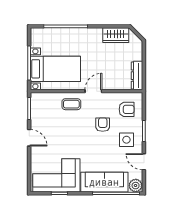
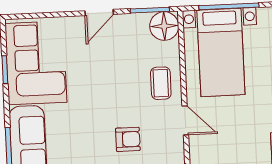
floor lamp: (39, 101) -> (164, 26), added

